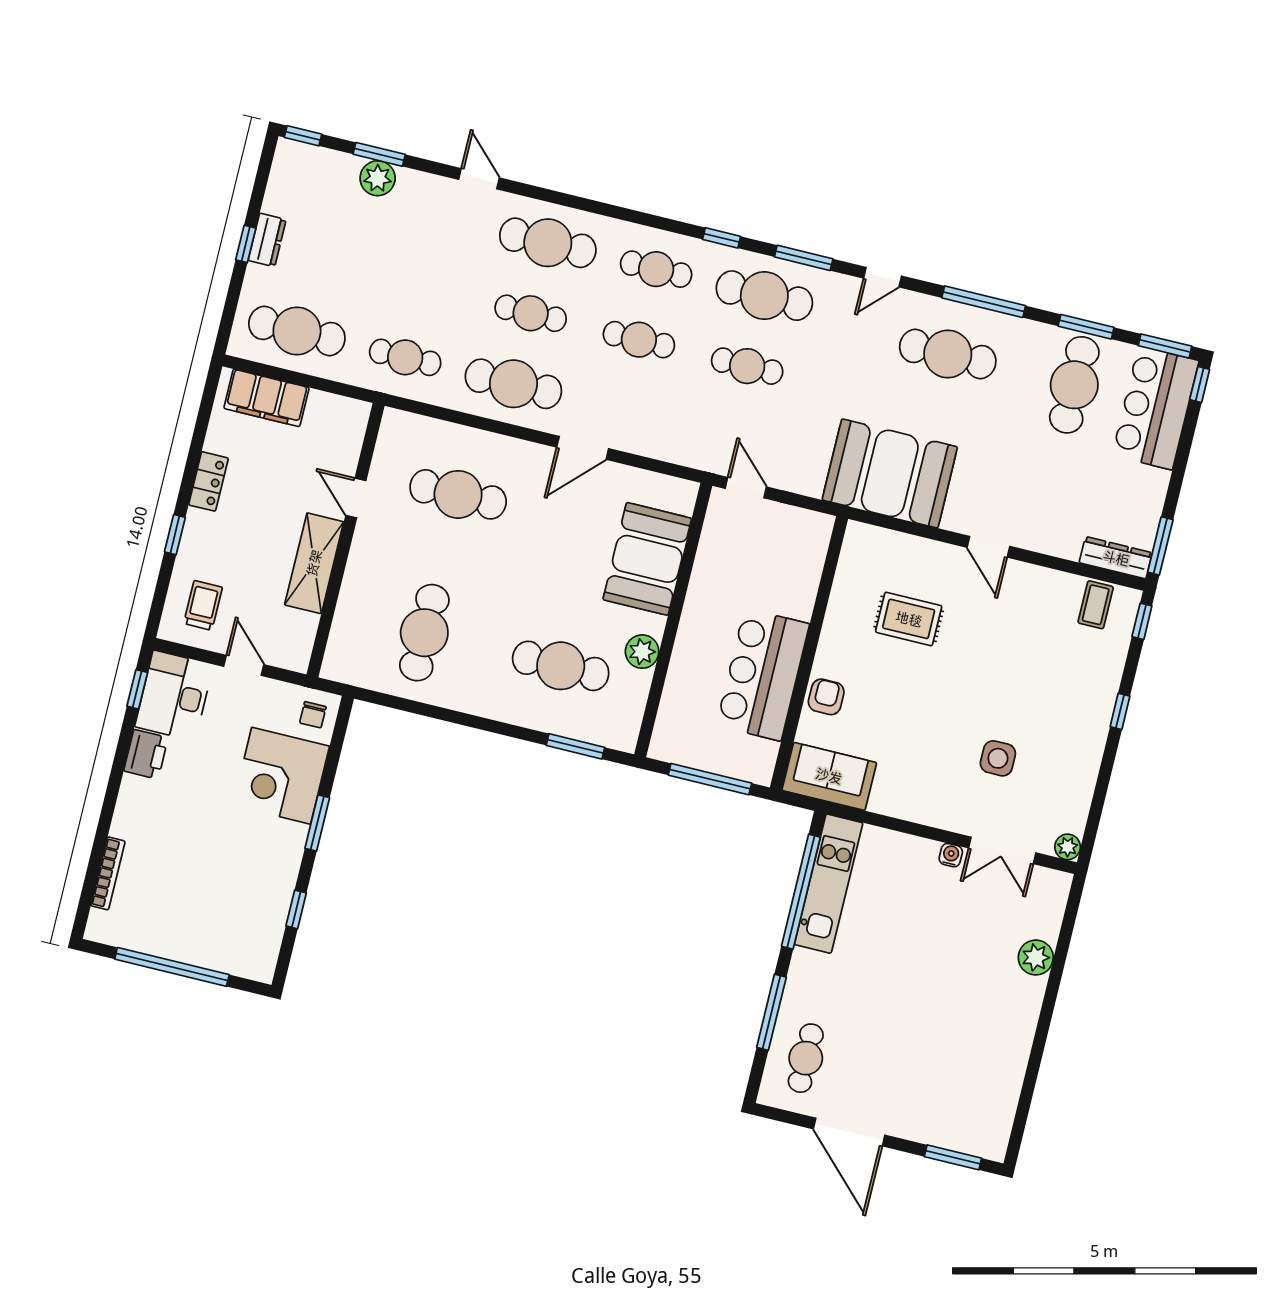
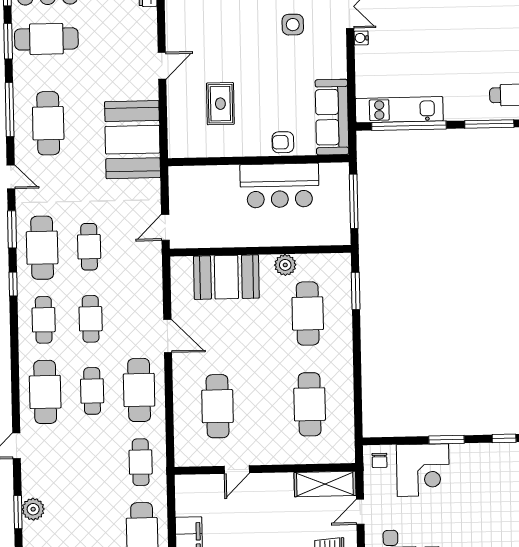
shelving: (314, 563) -> (325, 484), moved
cafe table: (424, 633) -> (310, 404), turned 90
chair: (313, 715) -> (380, 460), turned 90
sofa: (829, 776) -> (332, 117), width x1.36

